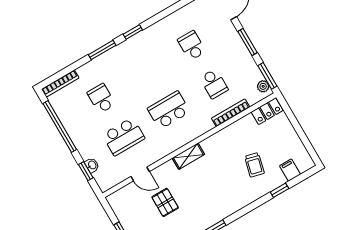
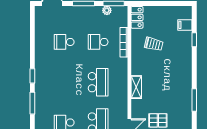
school desk: (214, 84) -> (98, 42), turned 180
plant: (263, 86) -> (107, 10), moved
school desk: (169, 110) -> (98, 82), turned 180
trolley: (254, 165) -> (154, 44), moved

